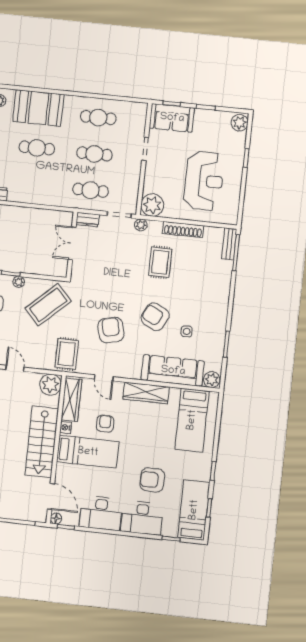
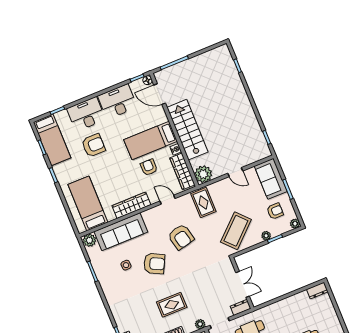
rug: (160, 262) -> (172, 305), turned 90
armchair: (105, 424) -> (149, 167), turned 180

